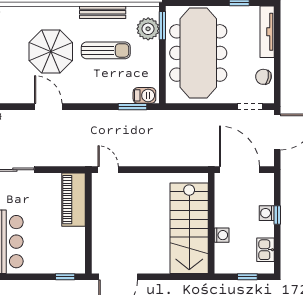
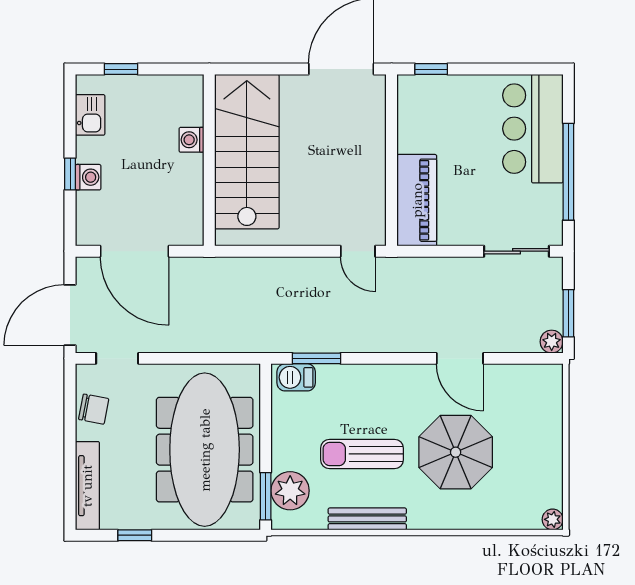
wall: (211, 223) -> (209, 160), moved
stairs: (189, 228) -> (247, 152), moved
washing machine: (222, 235) -> (192, 140), moved

